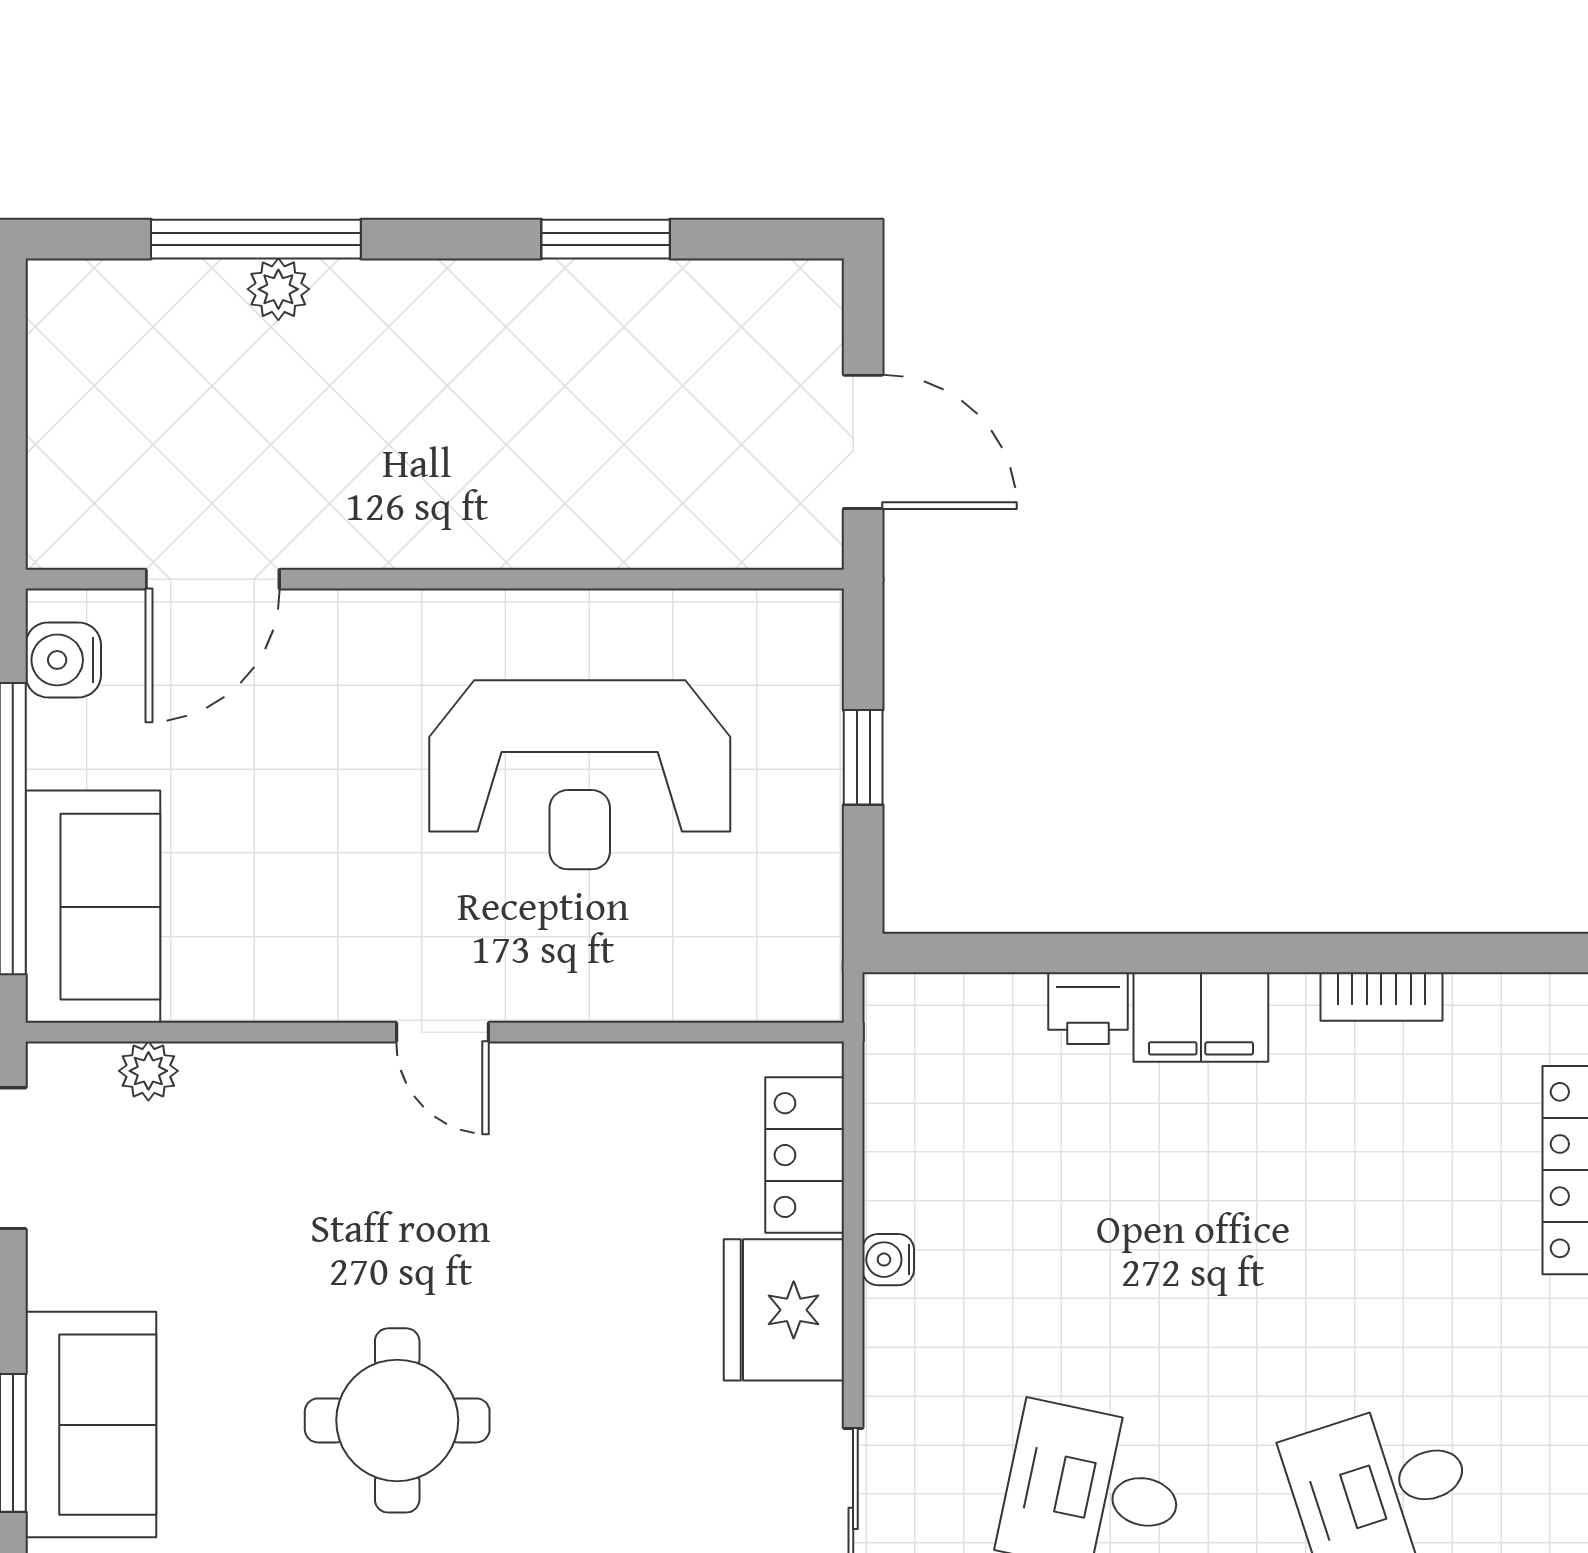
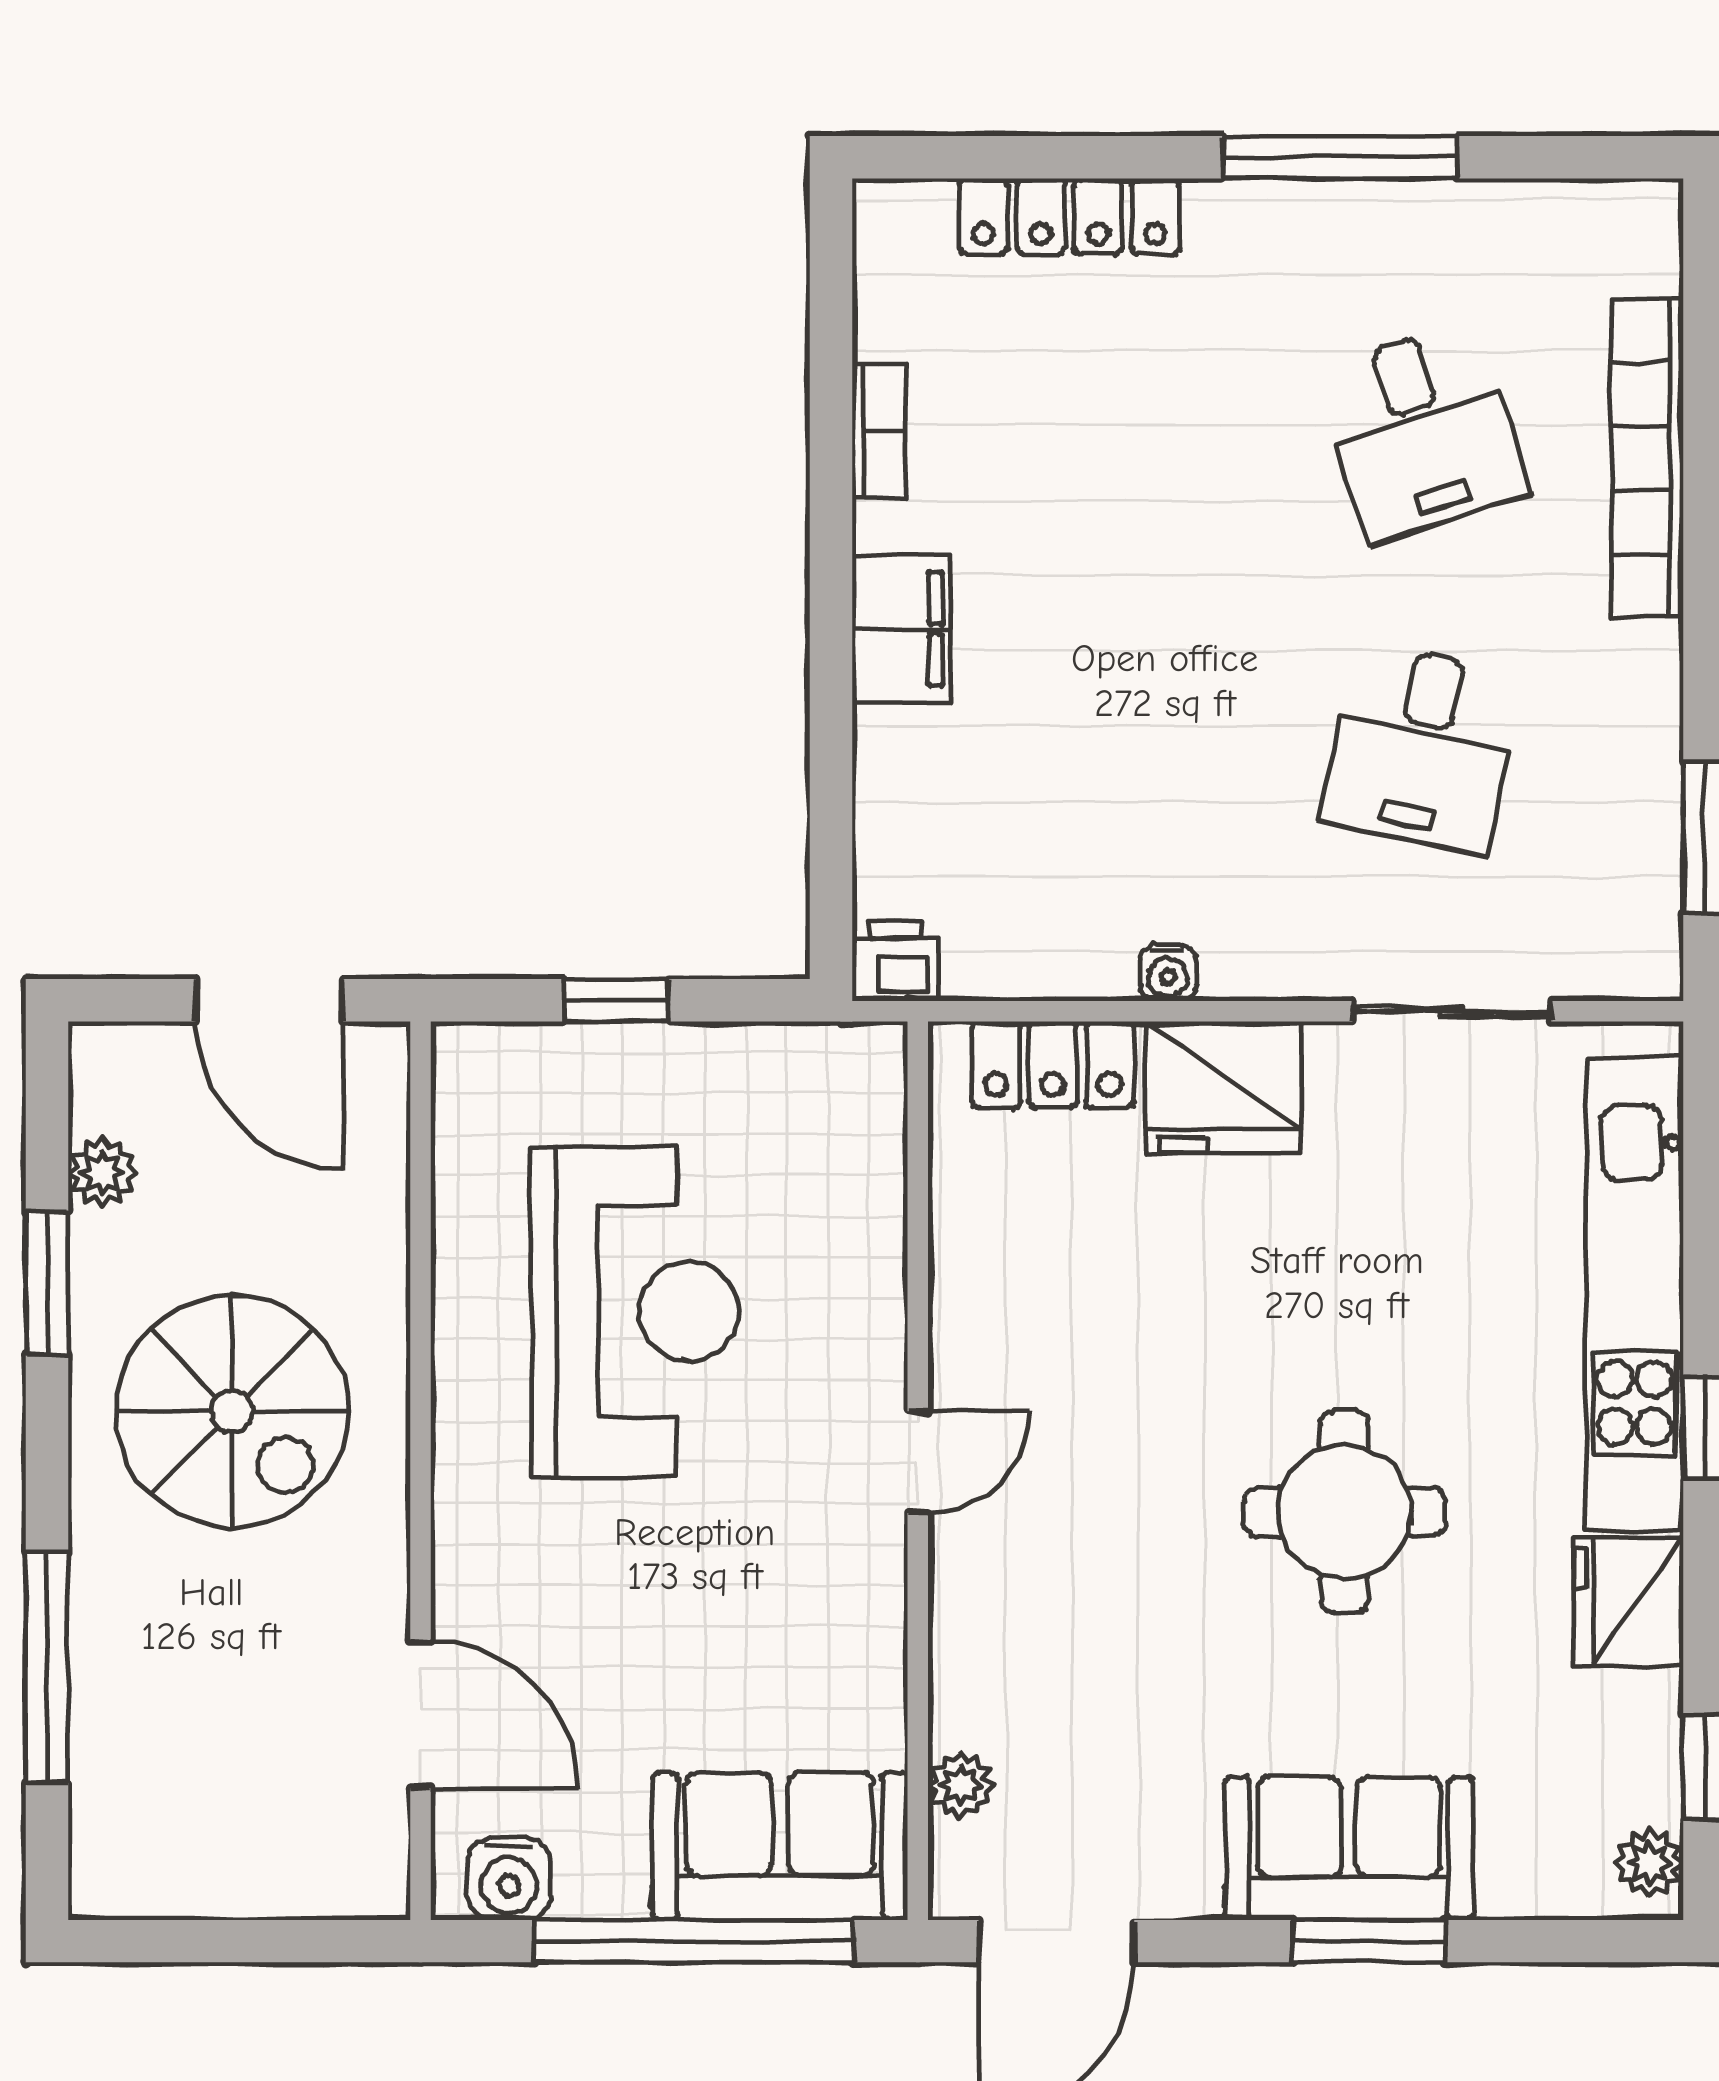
plant: (278, 289) -> (102, 1172), moved
spiral stairs: (489, 408) -> (232, 1411), added
door: (863, 442) -> (270, 1000), swing flipped
printer: (1088, 1008) -> (896, 962), moved, turned -90

